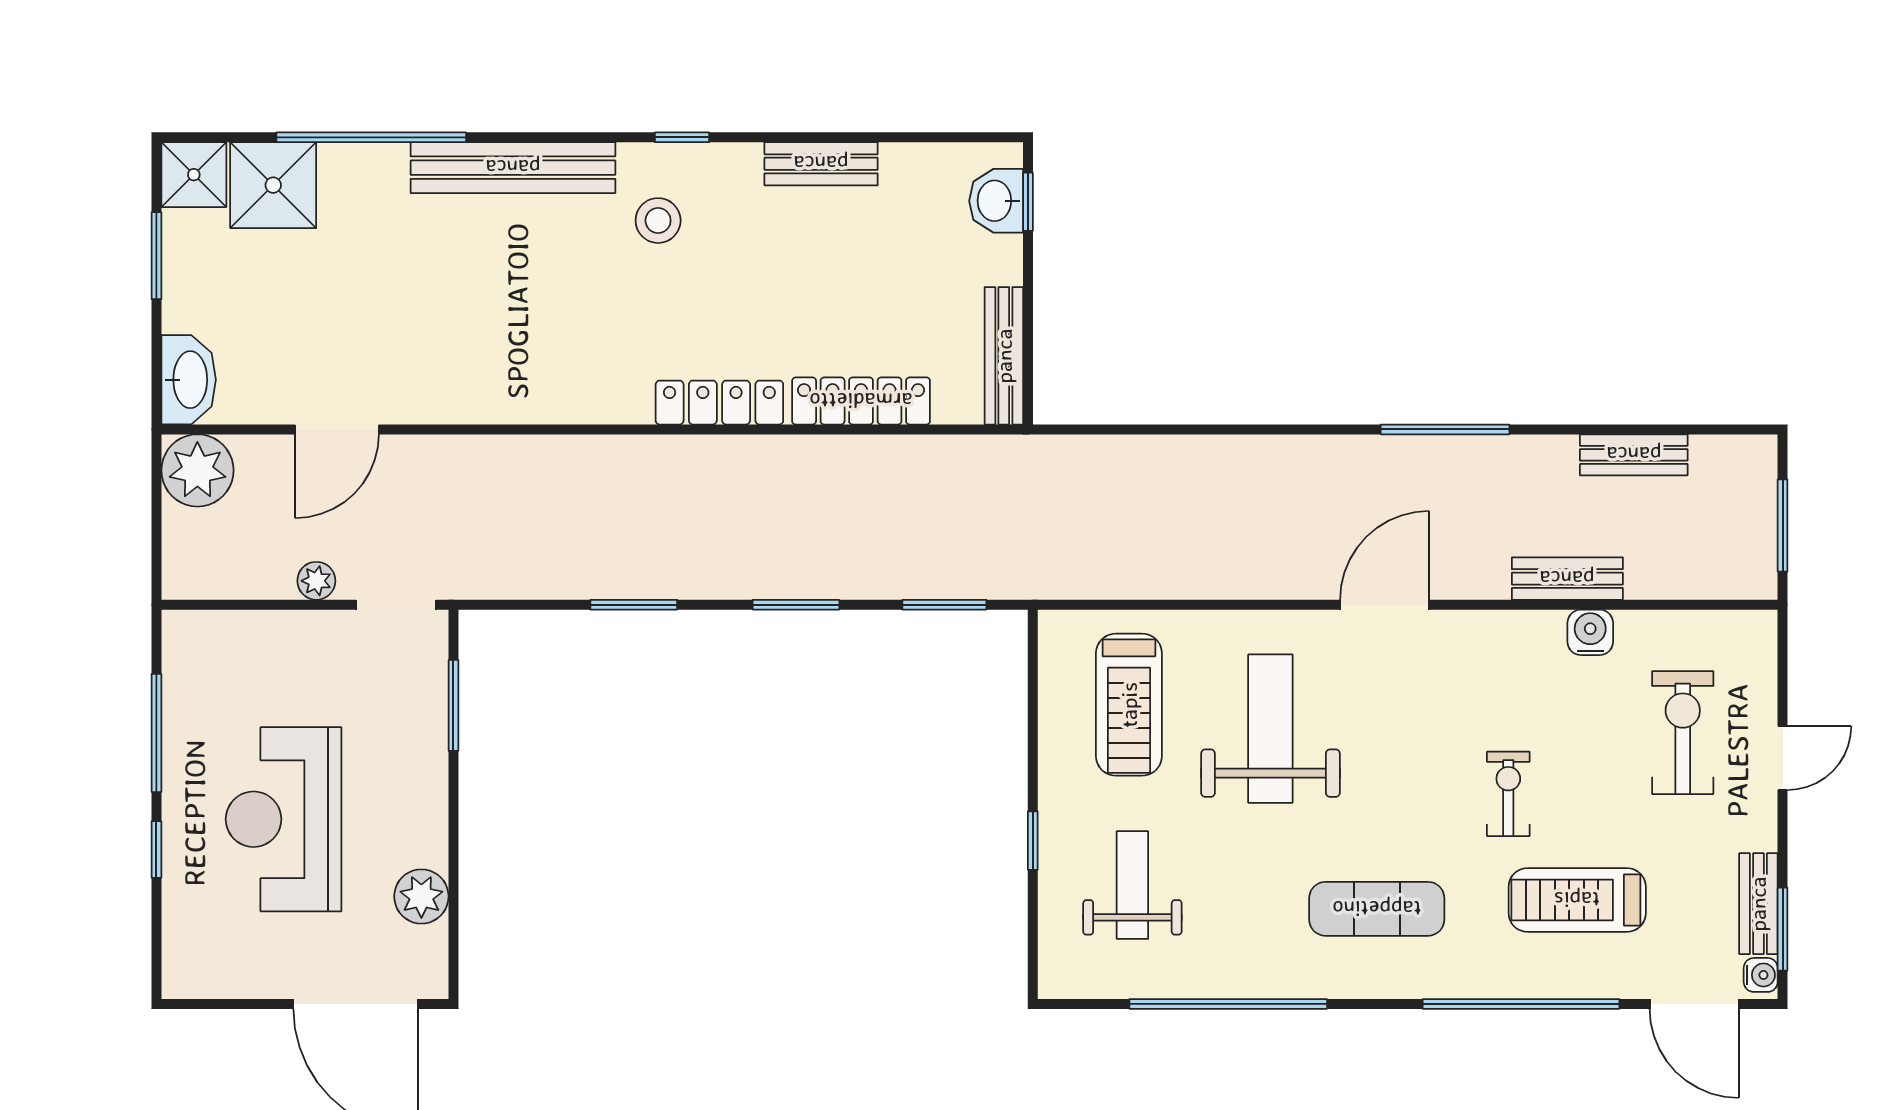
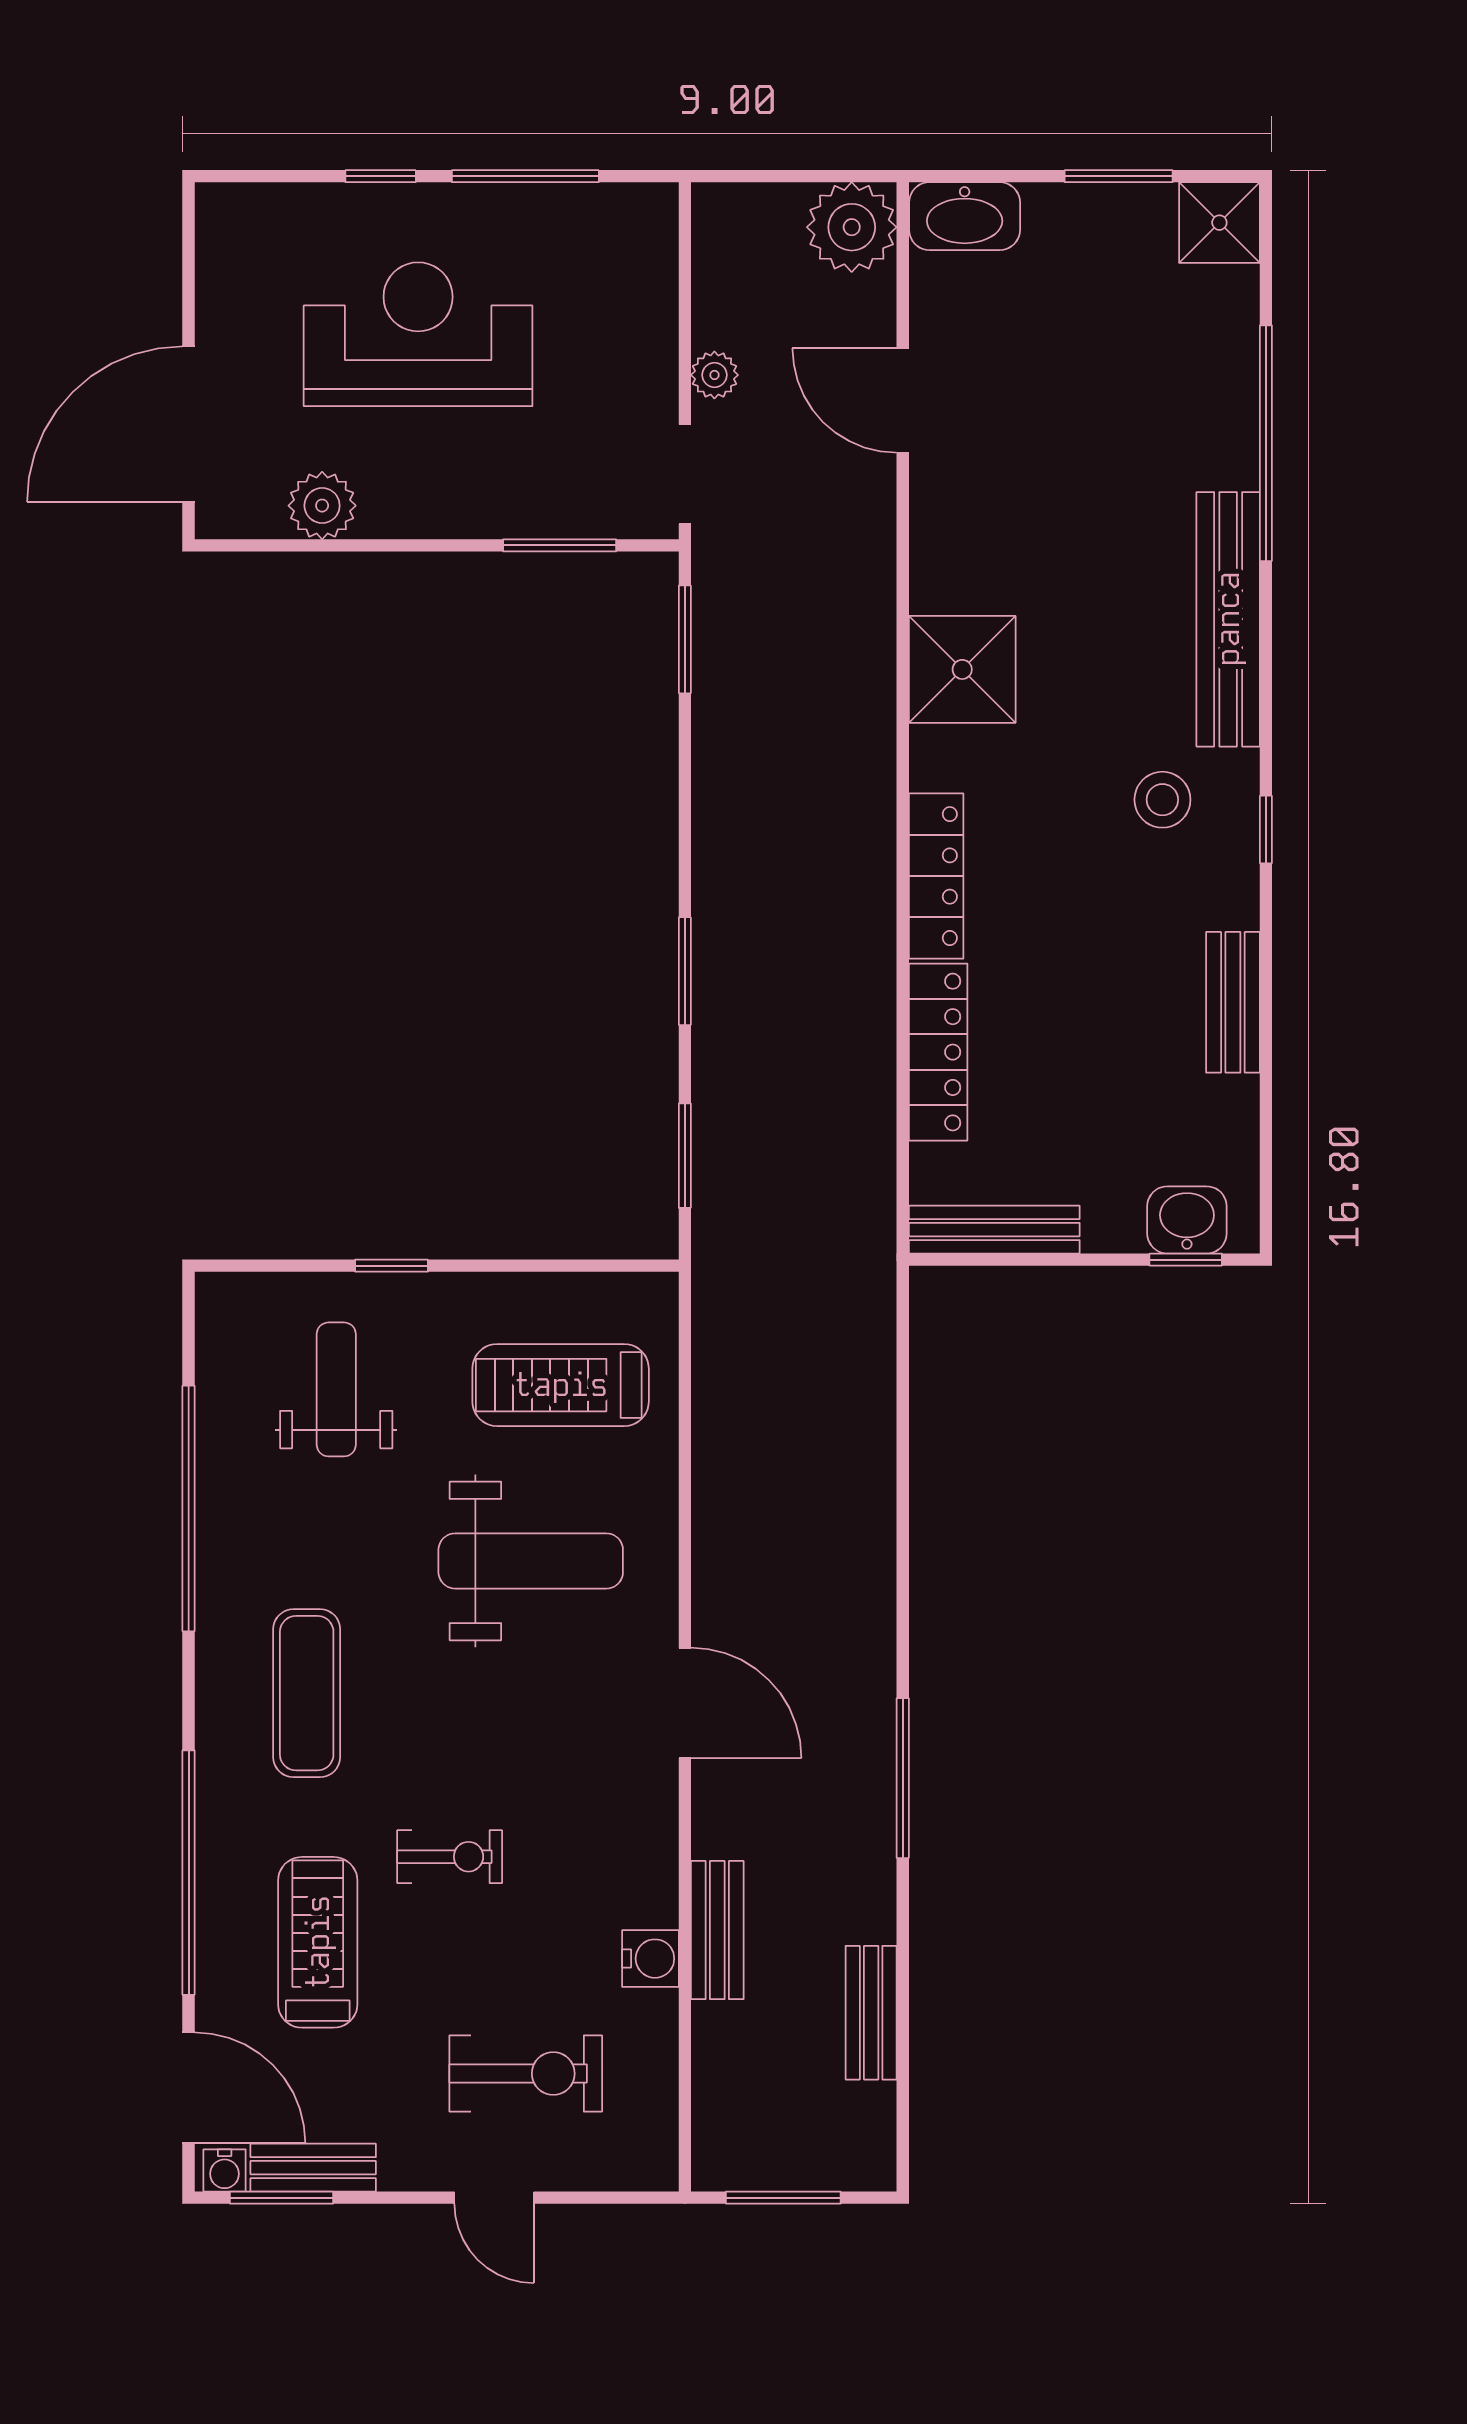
shower: (273, 185) -> (962, 669), moved
window: (634, 605) -> (685, 639), moved
weight bench: (1132, 885) -> (336, 1389), turned -90
door: (1694, 1004) -> (189, 2088), swing flipped

